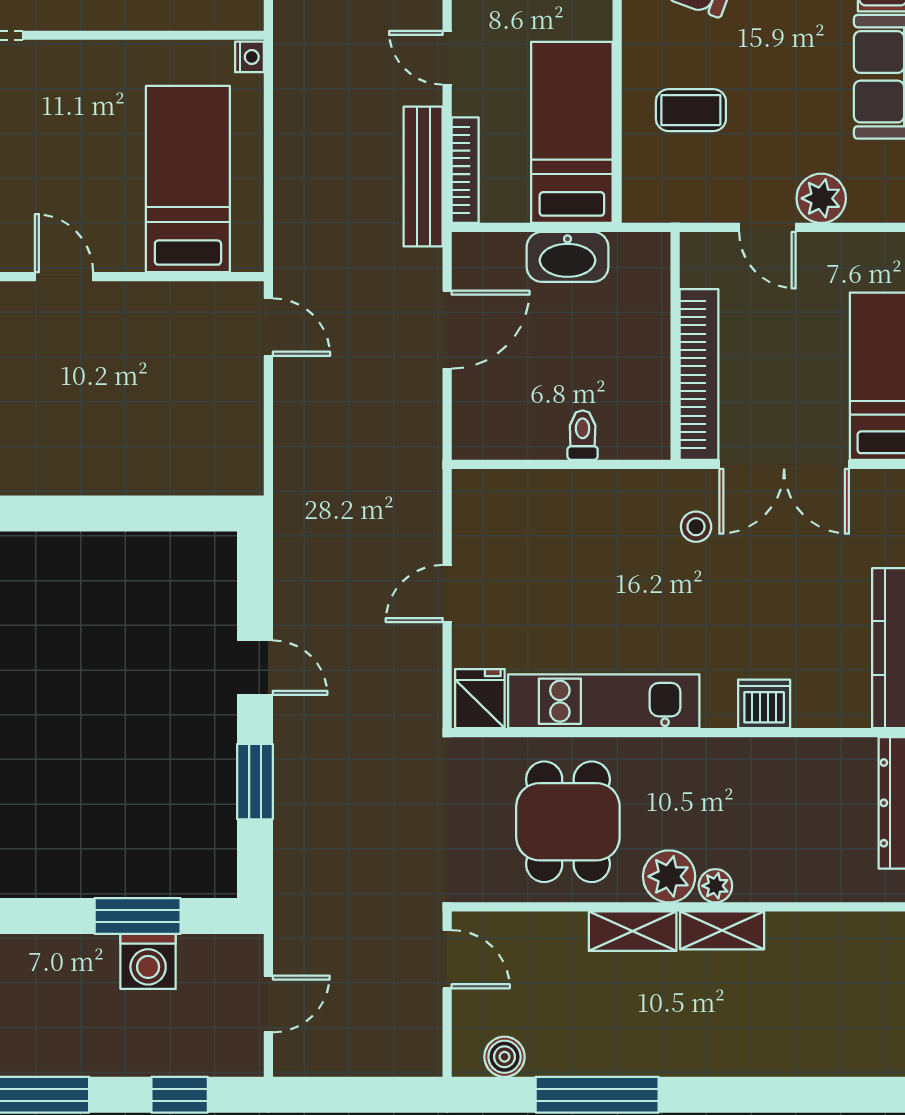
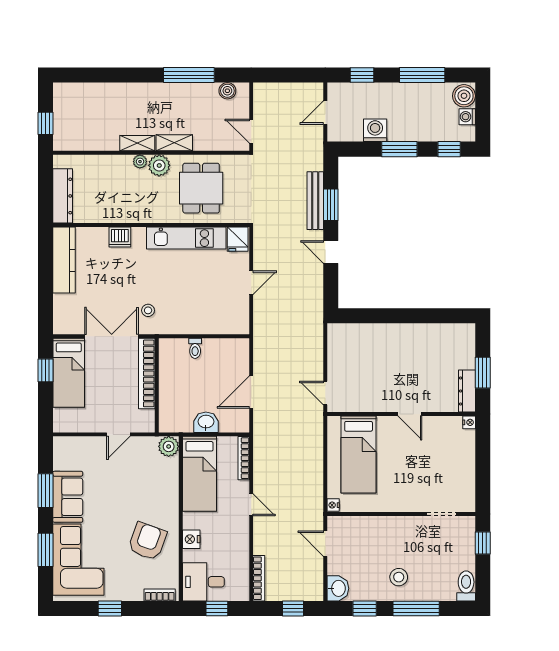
coffee table: (691, 110) -> (150, 483), removed
bench: (423, 177) -> (315, 201), moved
plant: (821, 198) -> (169, 446), moved
door: (767, 227) -> (118, 434), swing flipped
washbasin: (568, 257) -> (206, 422), width x0.72
window: (138, 916) -> (399, 149), moved

